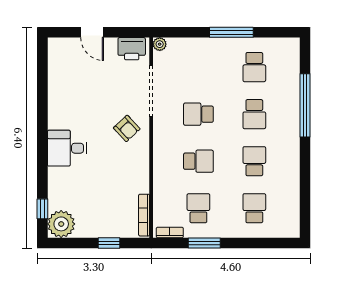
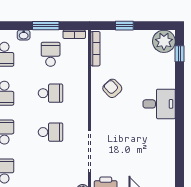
armchair: (127, 128) -> (112, 88), moved
school desk: (198, 161) -> (51, 93), turned 180
school desk: (198, 208) -> (51, 54), turned 180
washbasin: (231, 232) -> (24, 35), added

